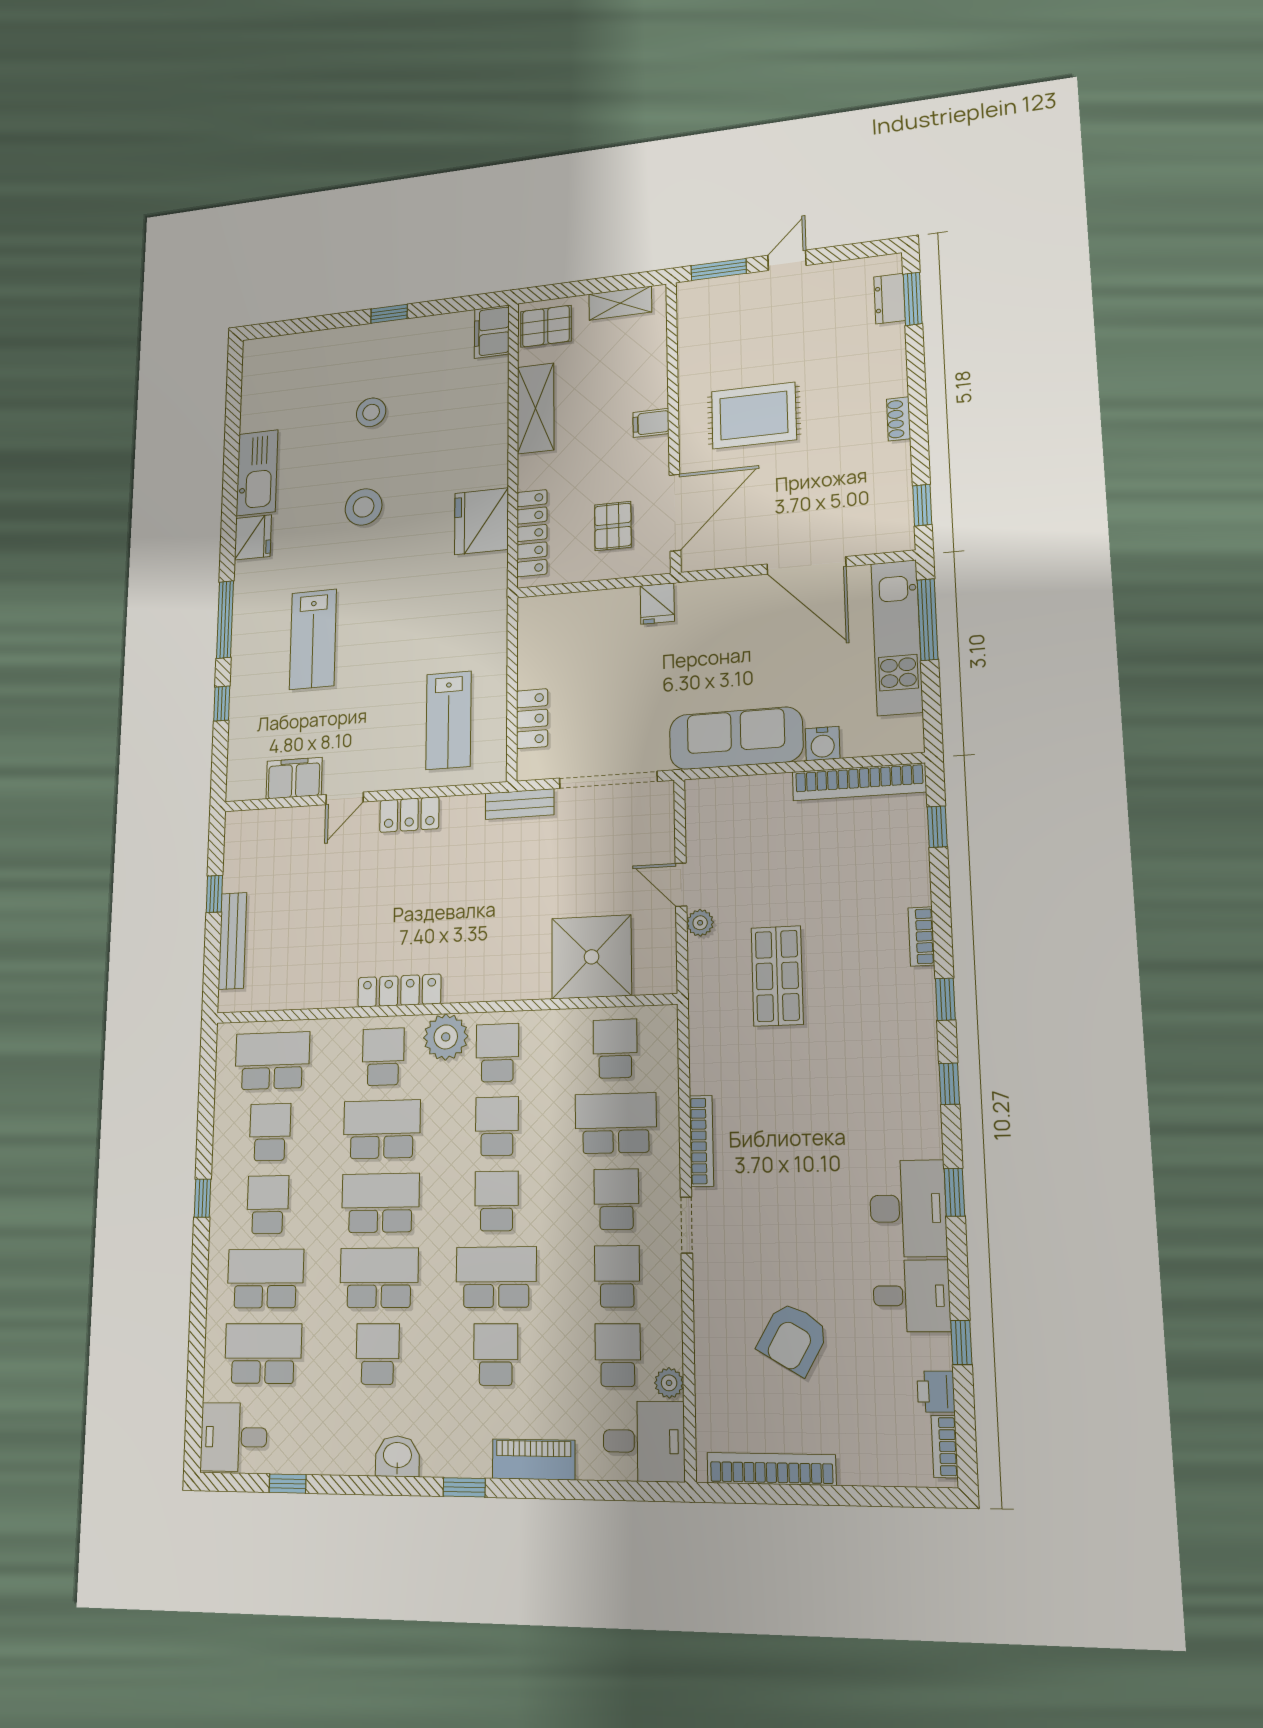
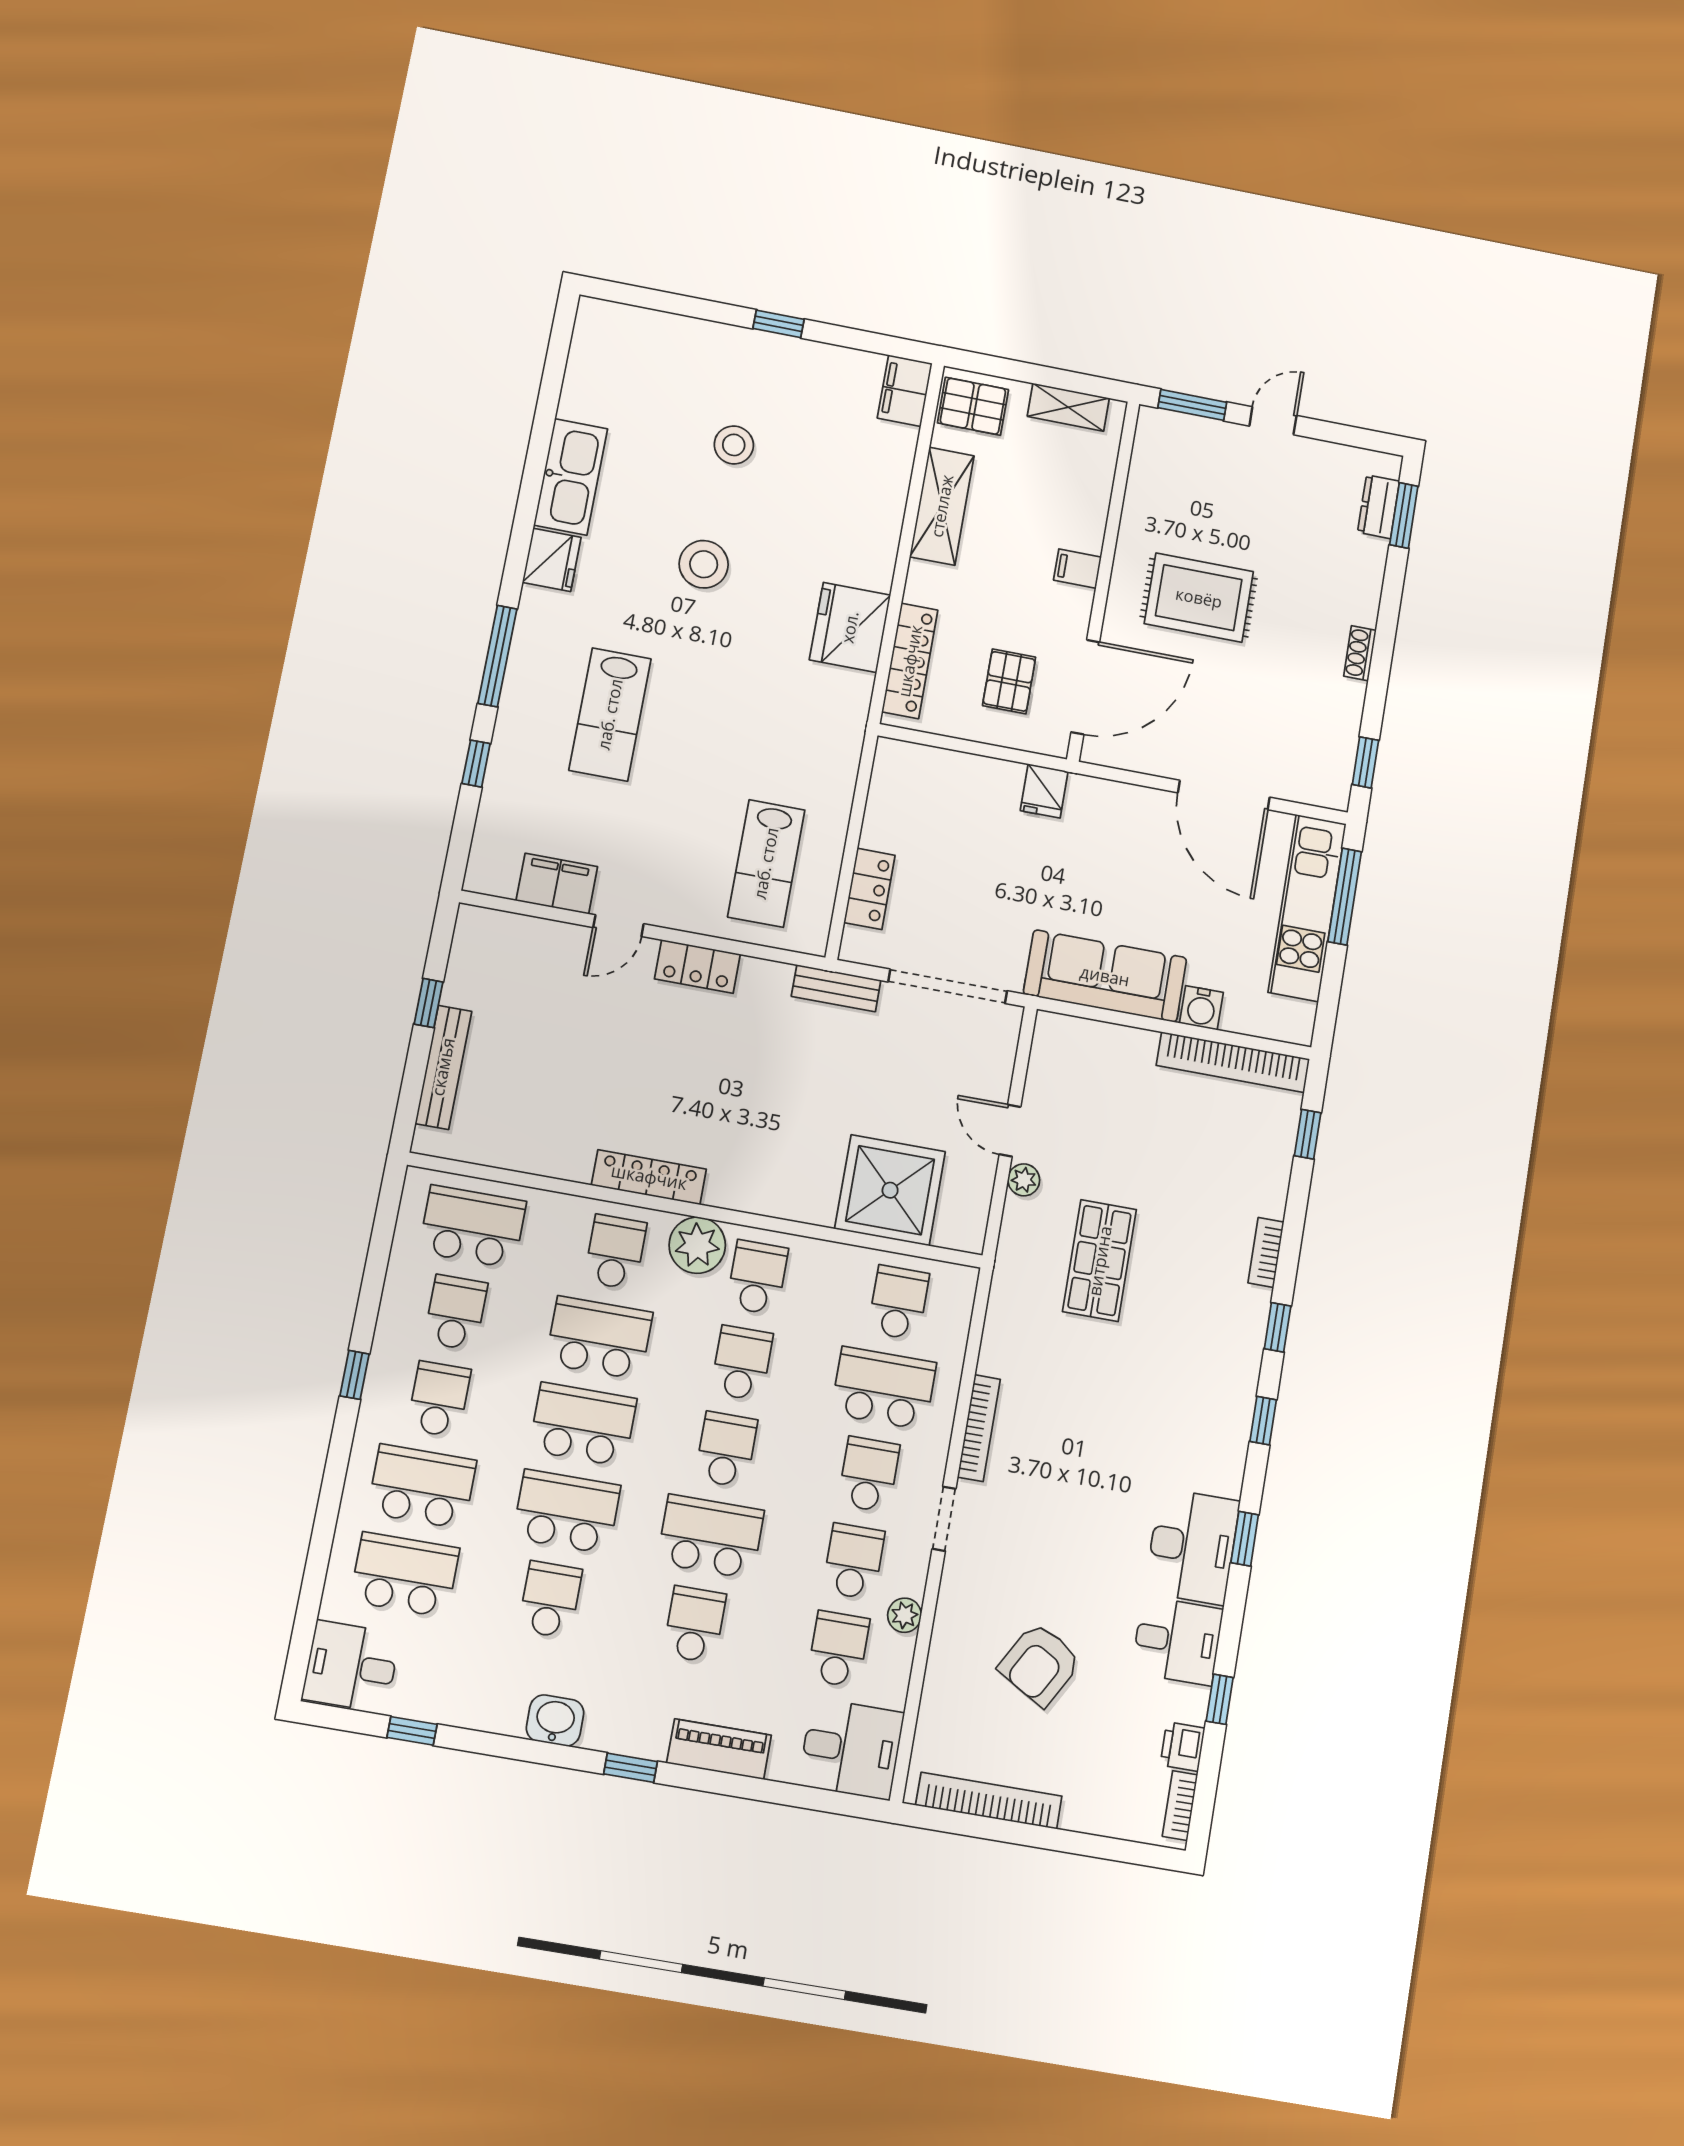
plant: (669, 1383) -> (904, 1615), moved

